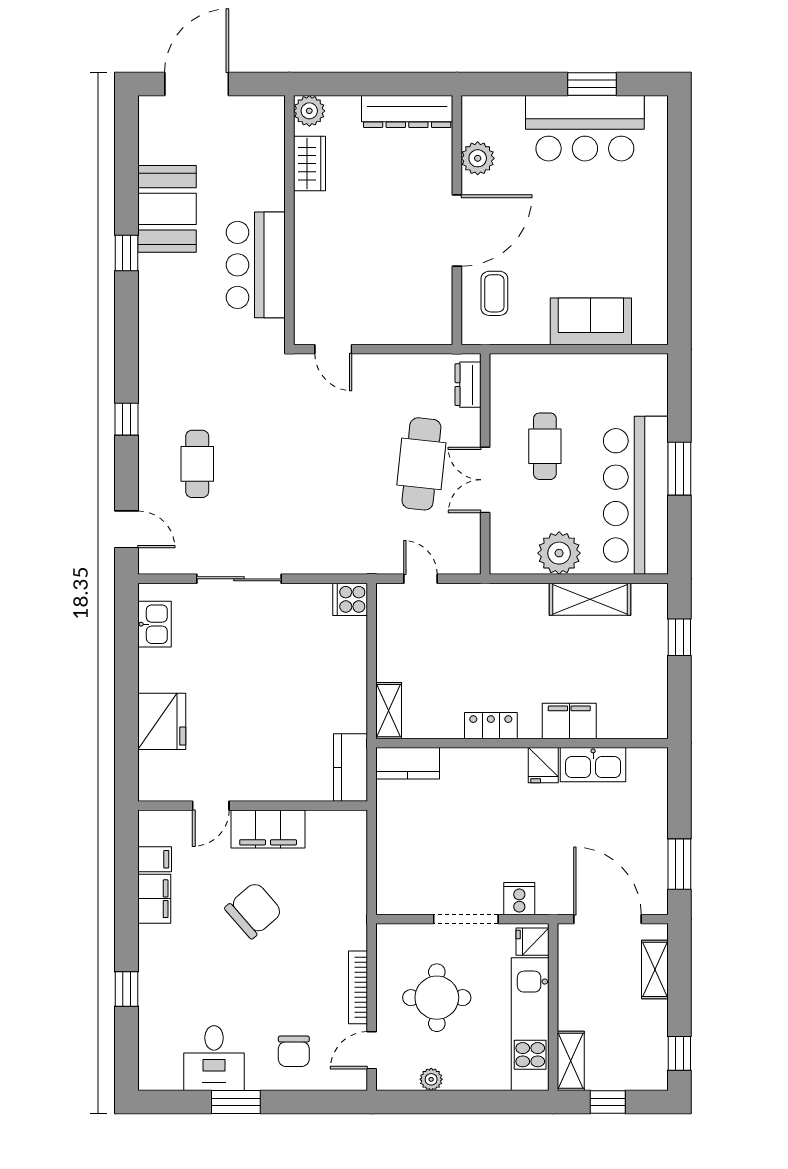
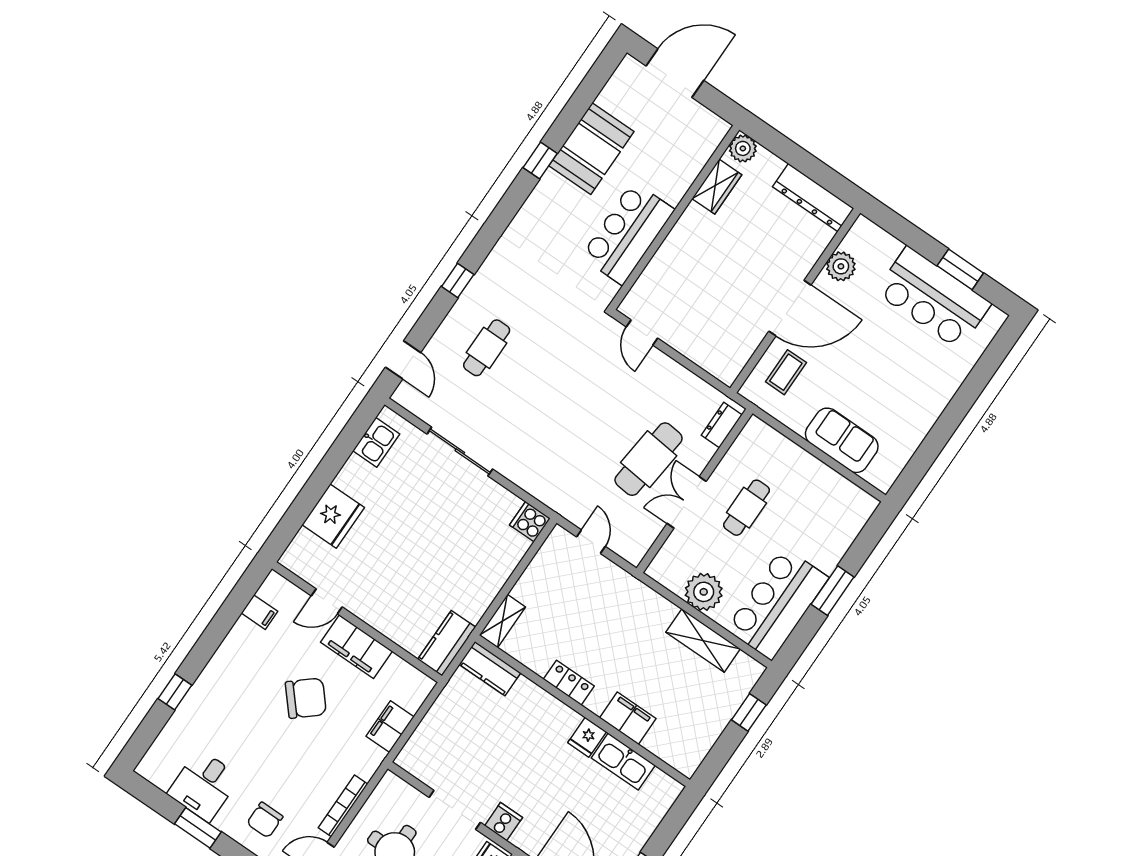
bar counter: (636, 495) -> (777, 604), width x0.73
filing cabinet: (154, 899) -> (390, 726), moved, turned 180

